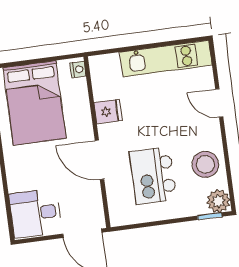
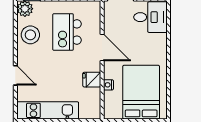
nightstand: (78, 69) -> (108, 85), moved
kitchen island: (153, 175) -> (67, 32), turned 180

